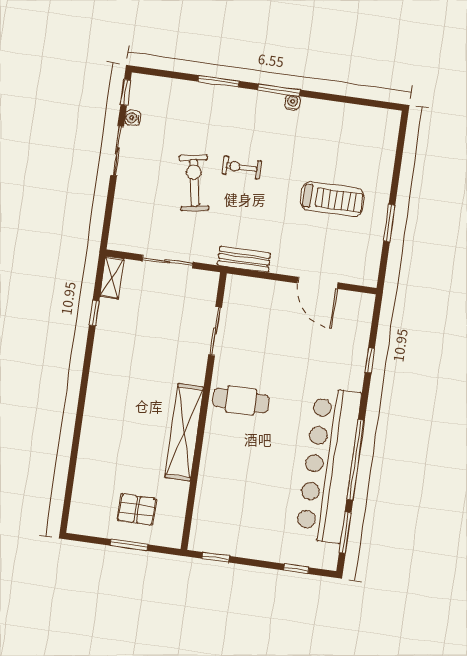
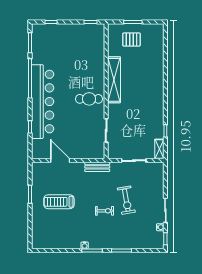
bar counter: (328, 465) -> (43, 102), moved

